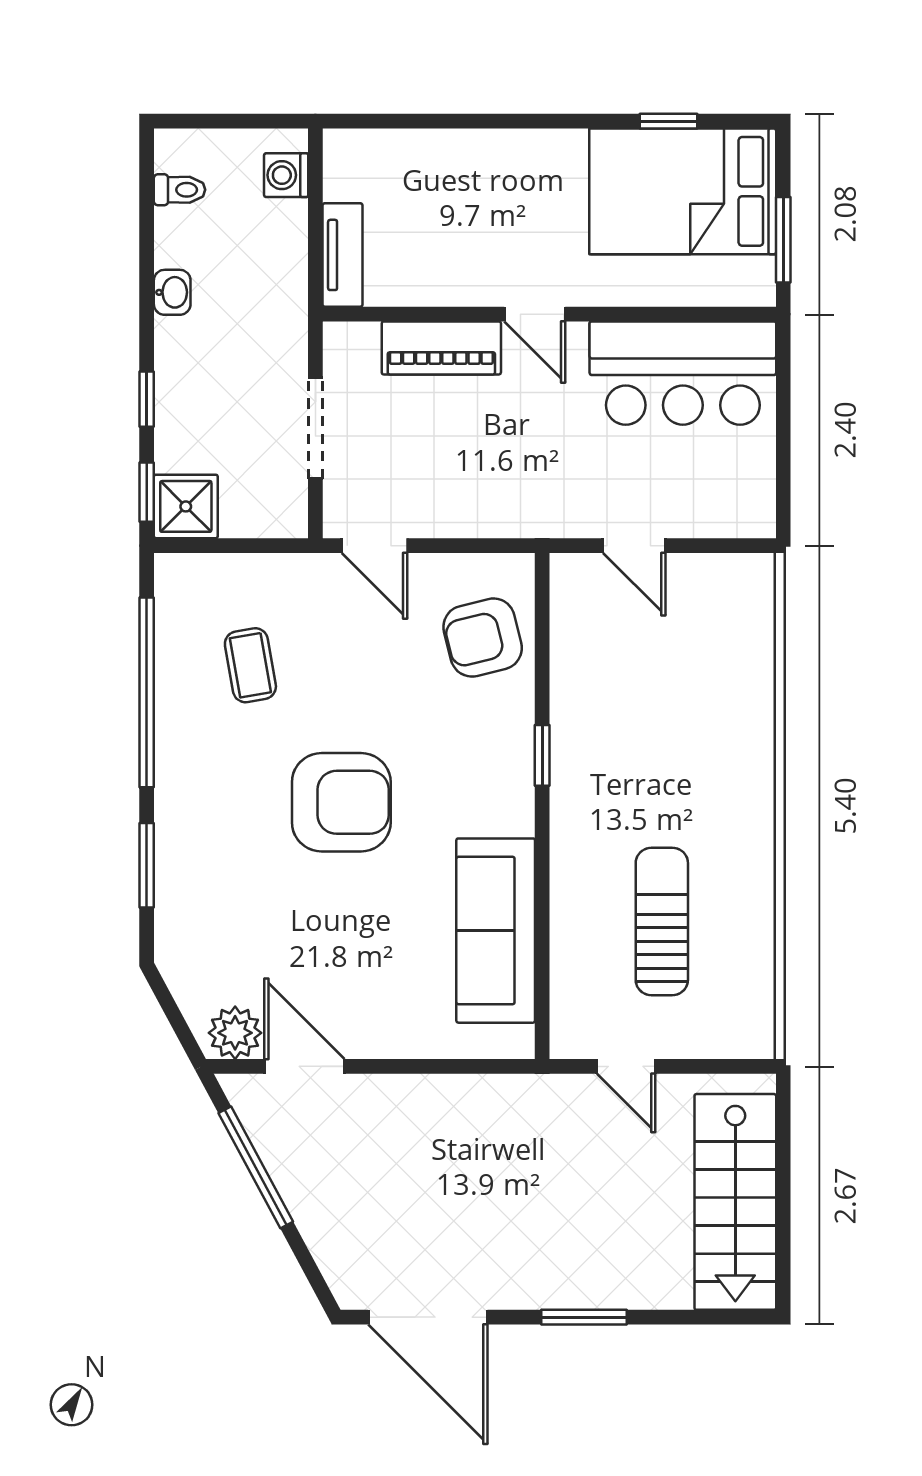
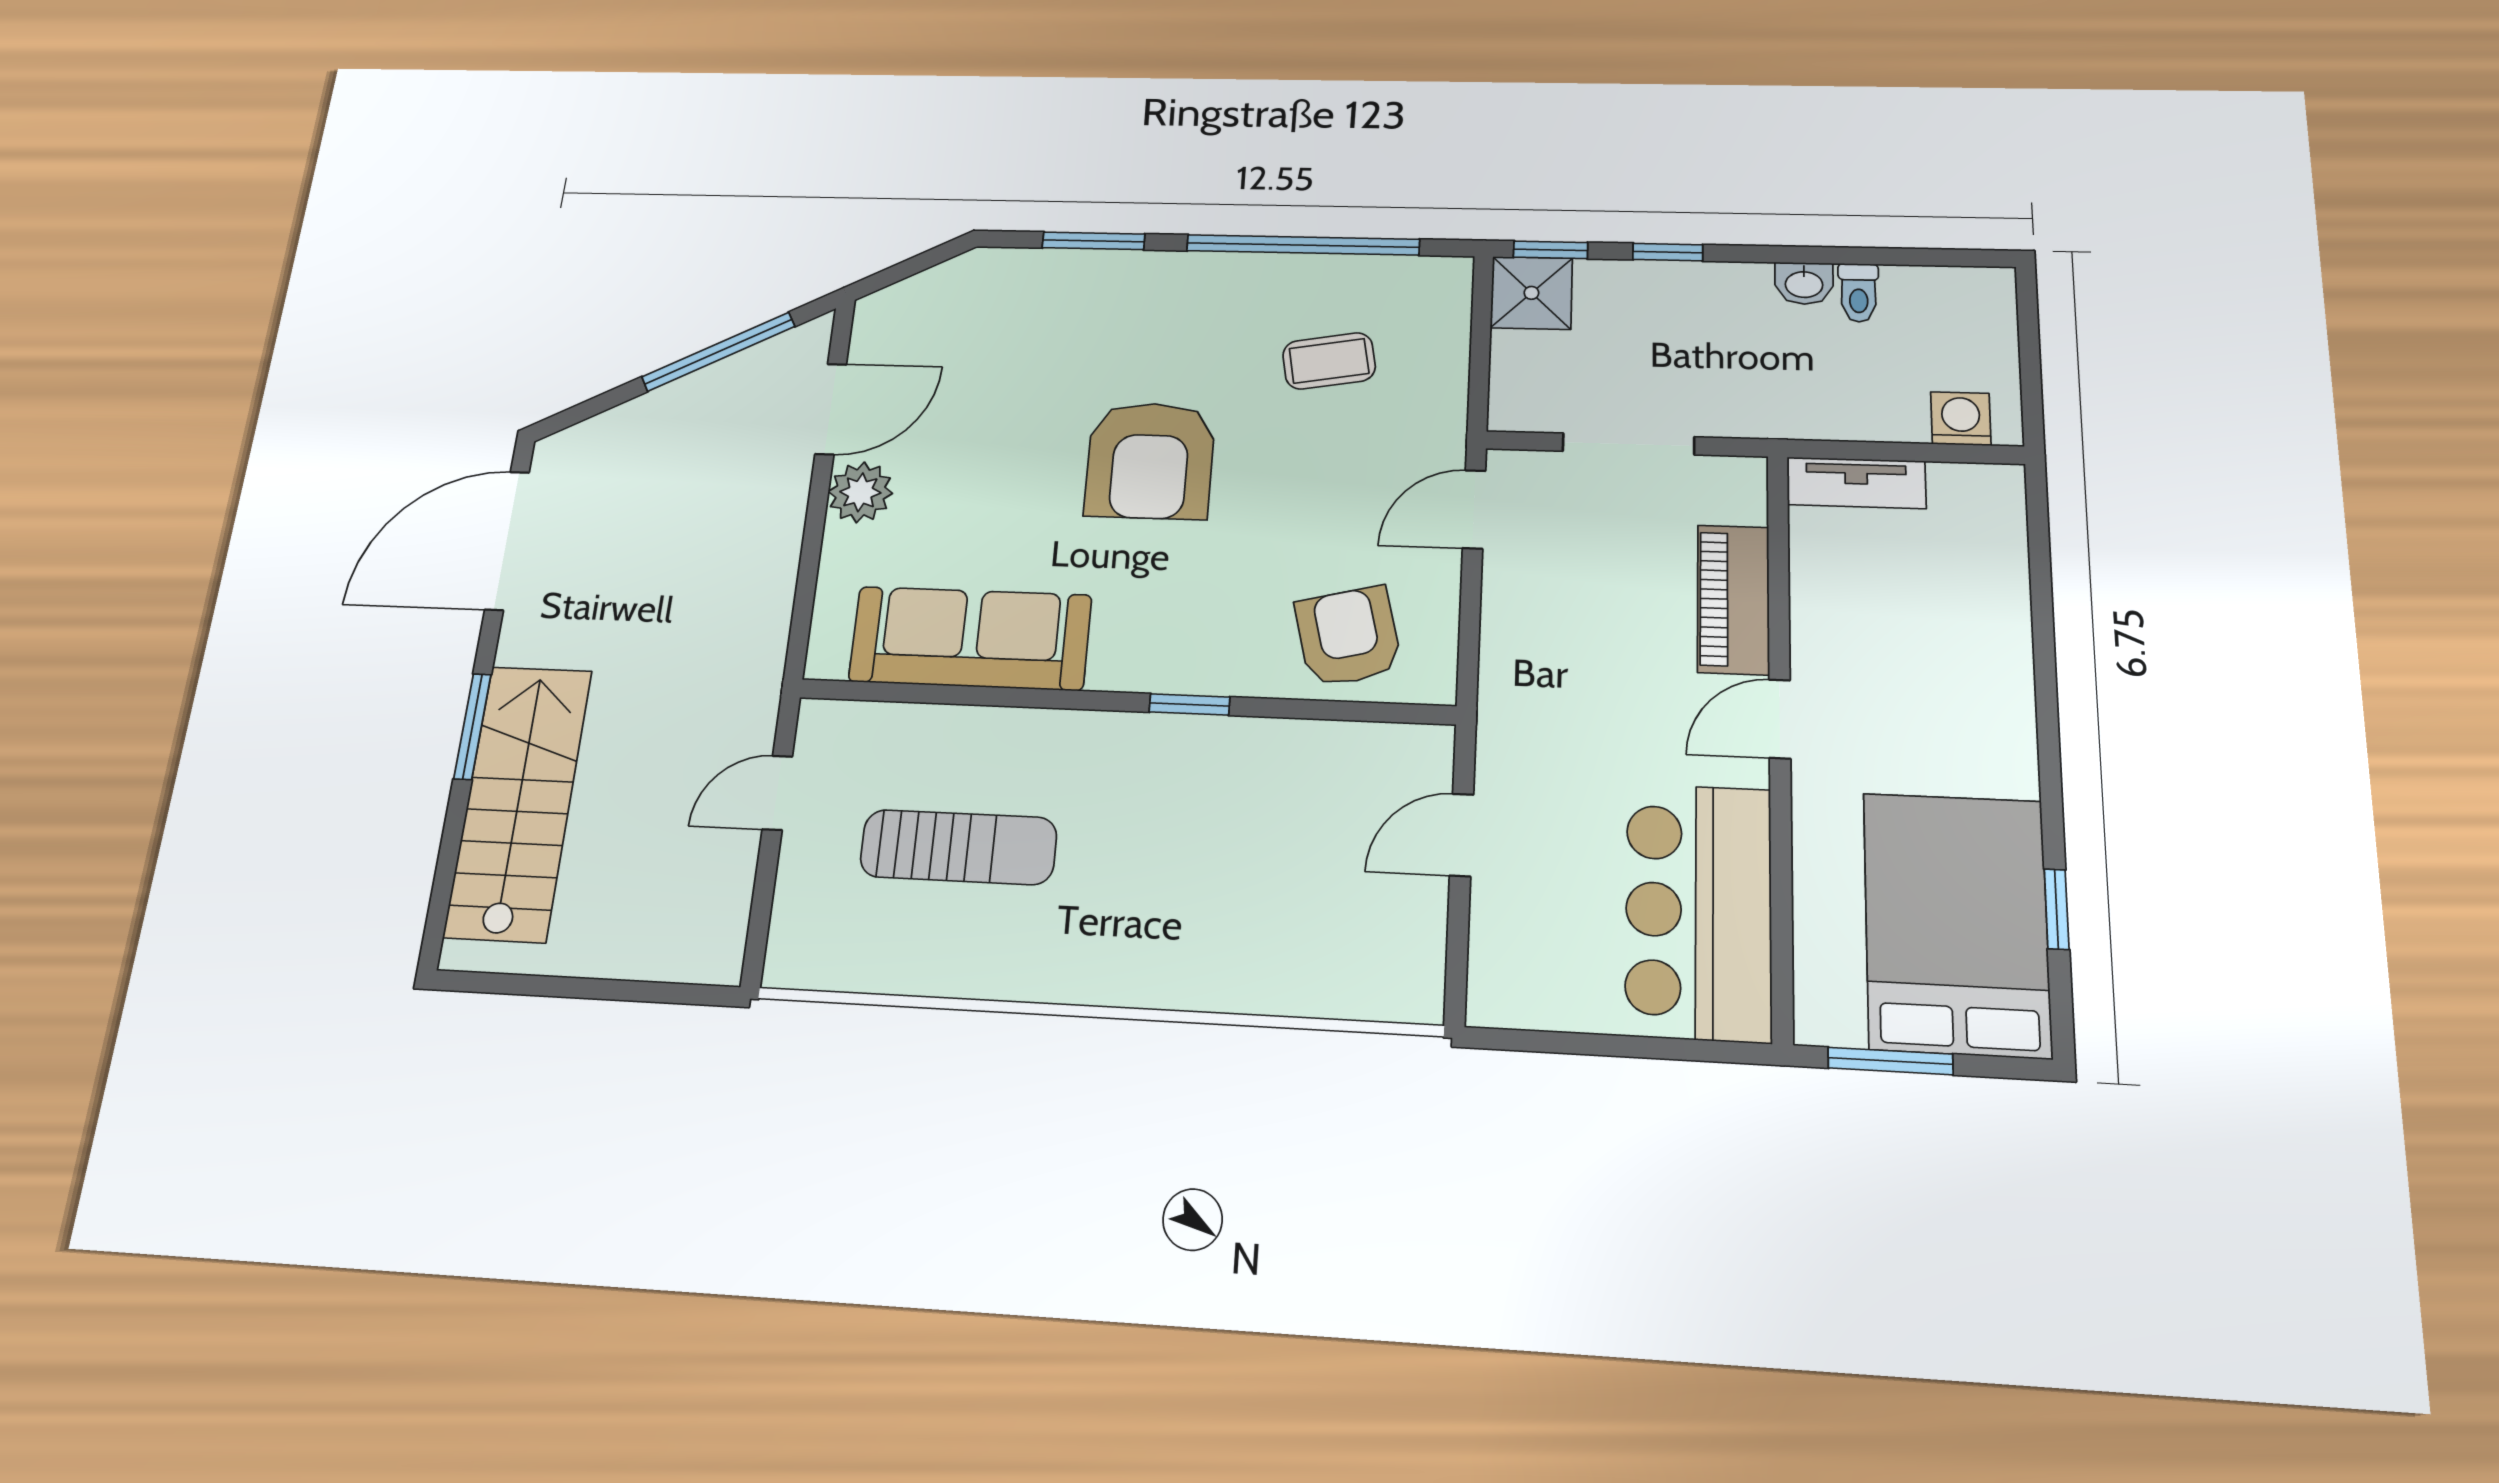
toilet: (179, 190) -> (1859, 293), moved
plant: (235, 1033) -> (860, 492), moved
stairs: (735, 1202) -> (518, 802), moved, turned 90

